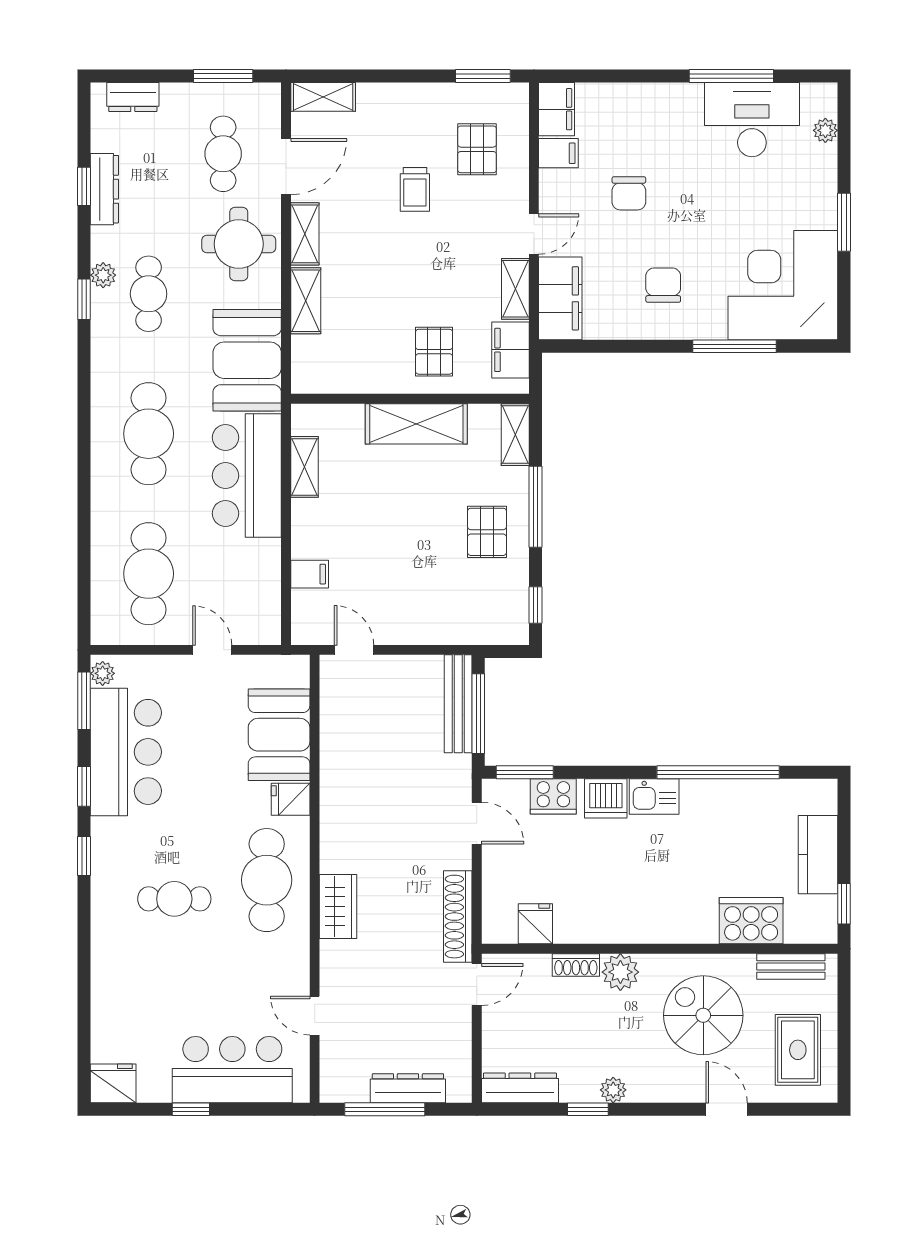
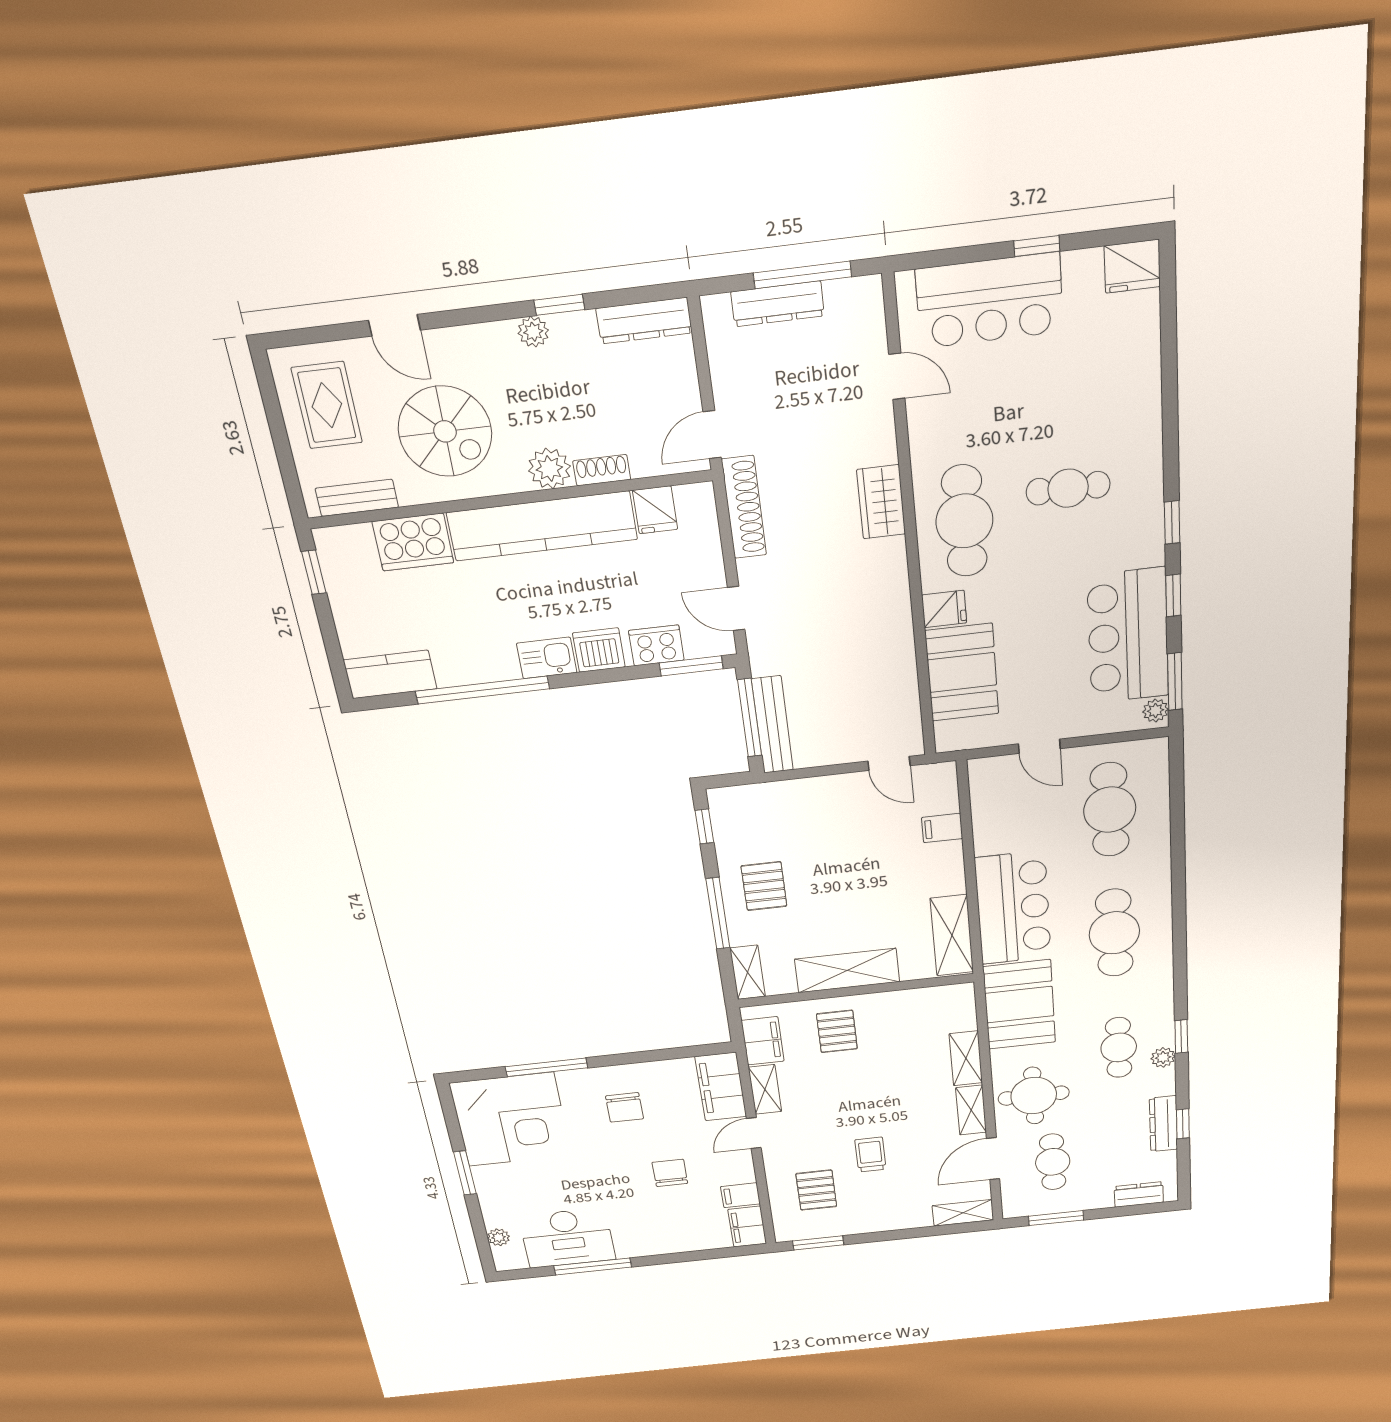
shelving: (304, 467) -> (952, 935), width x1.50, depth x1.33
kitchen counter: (818, 855) -> (390, 674), moved, turned -90
kitchen counter: (636, 921) -> (542, 526), added

